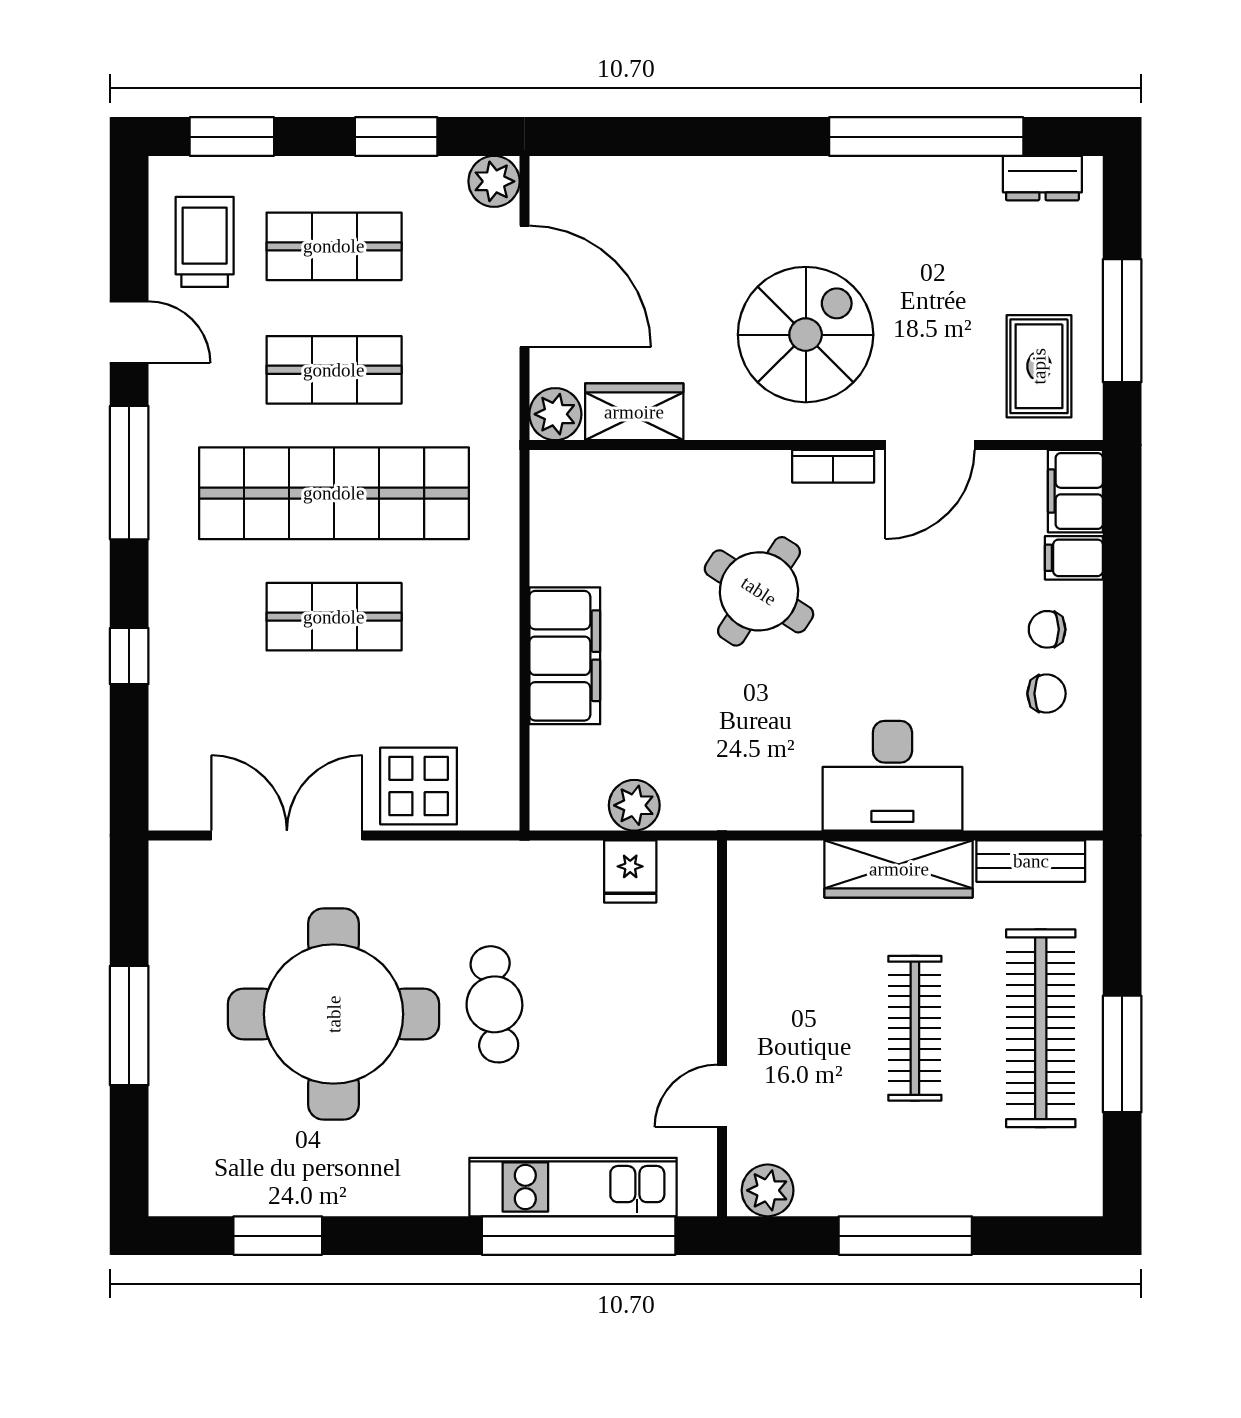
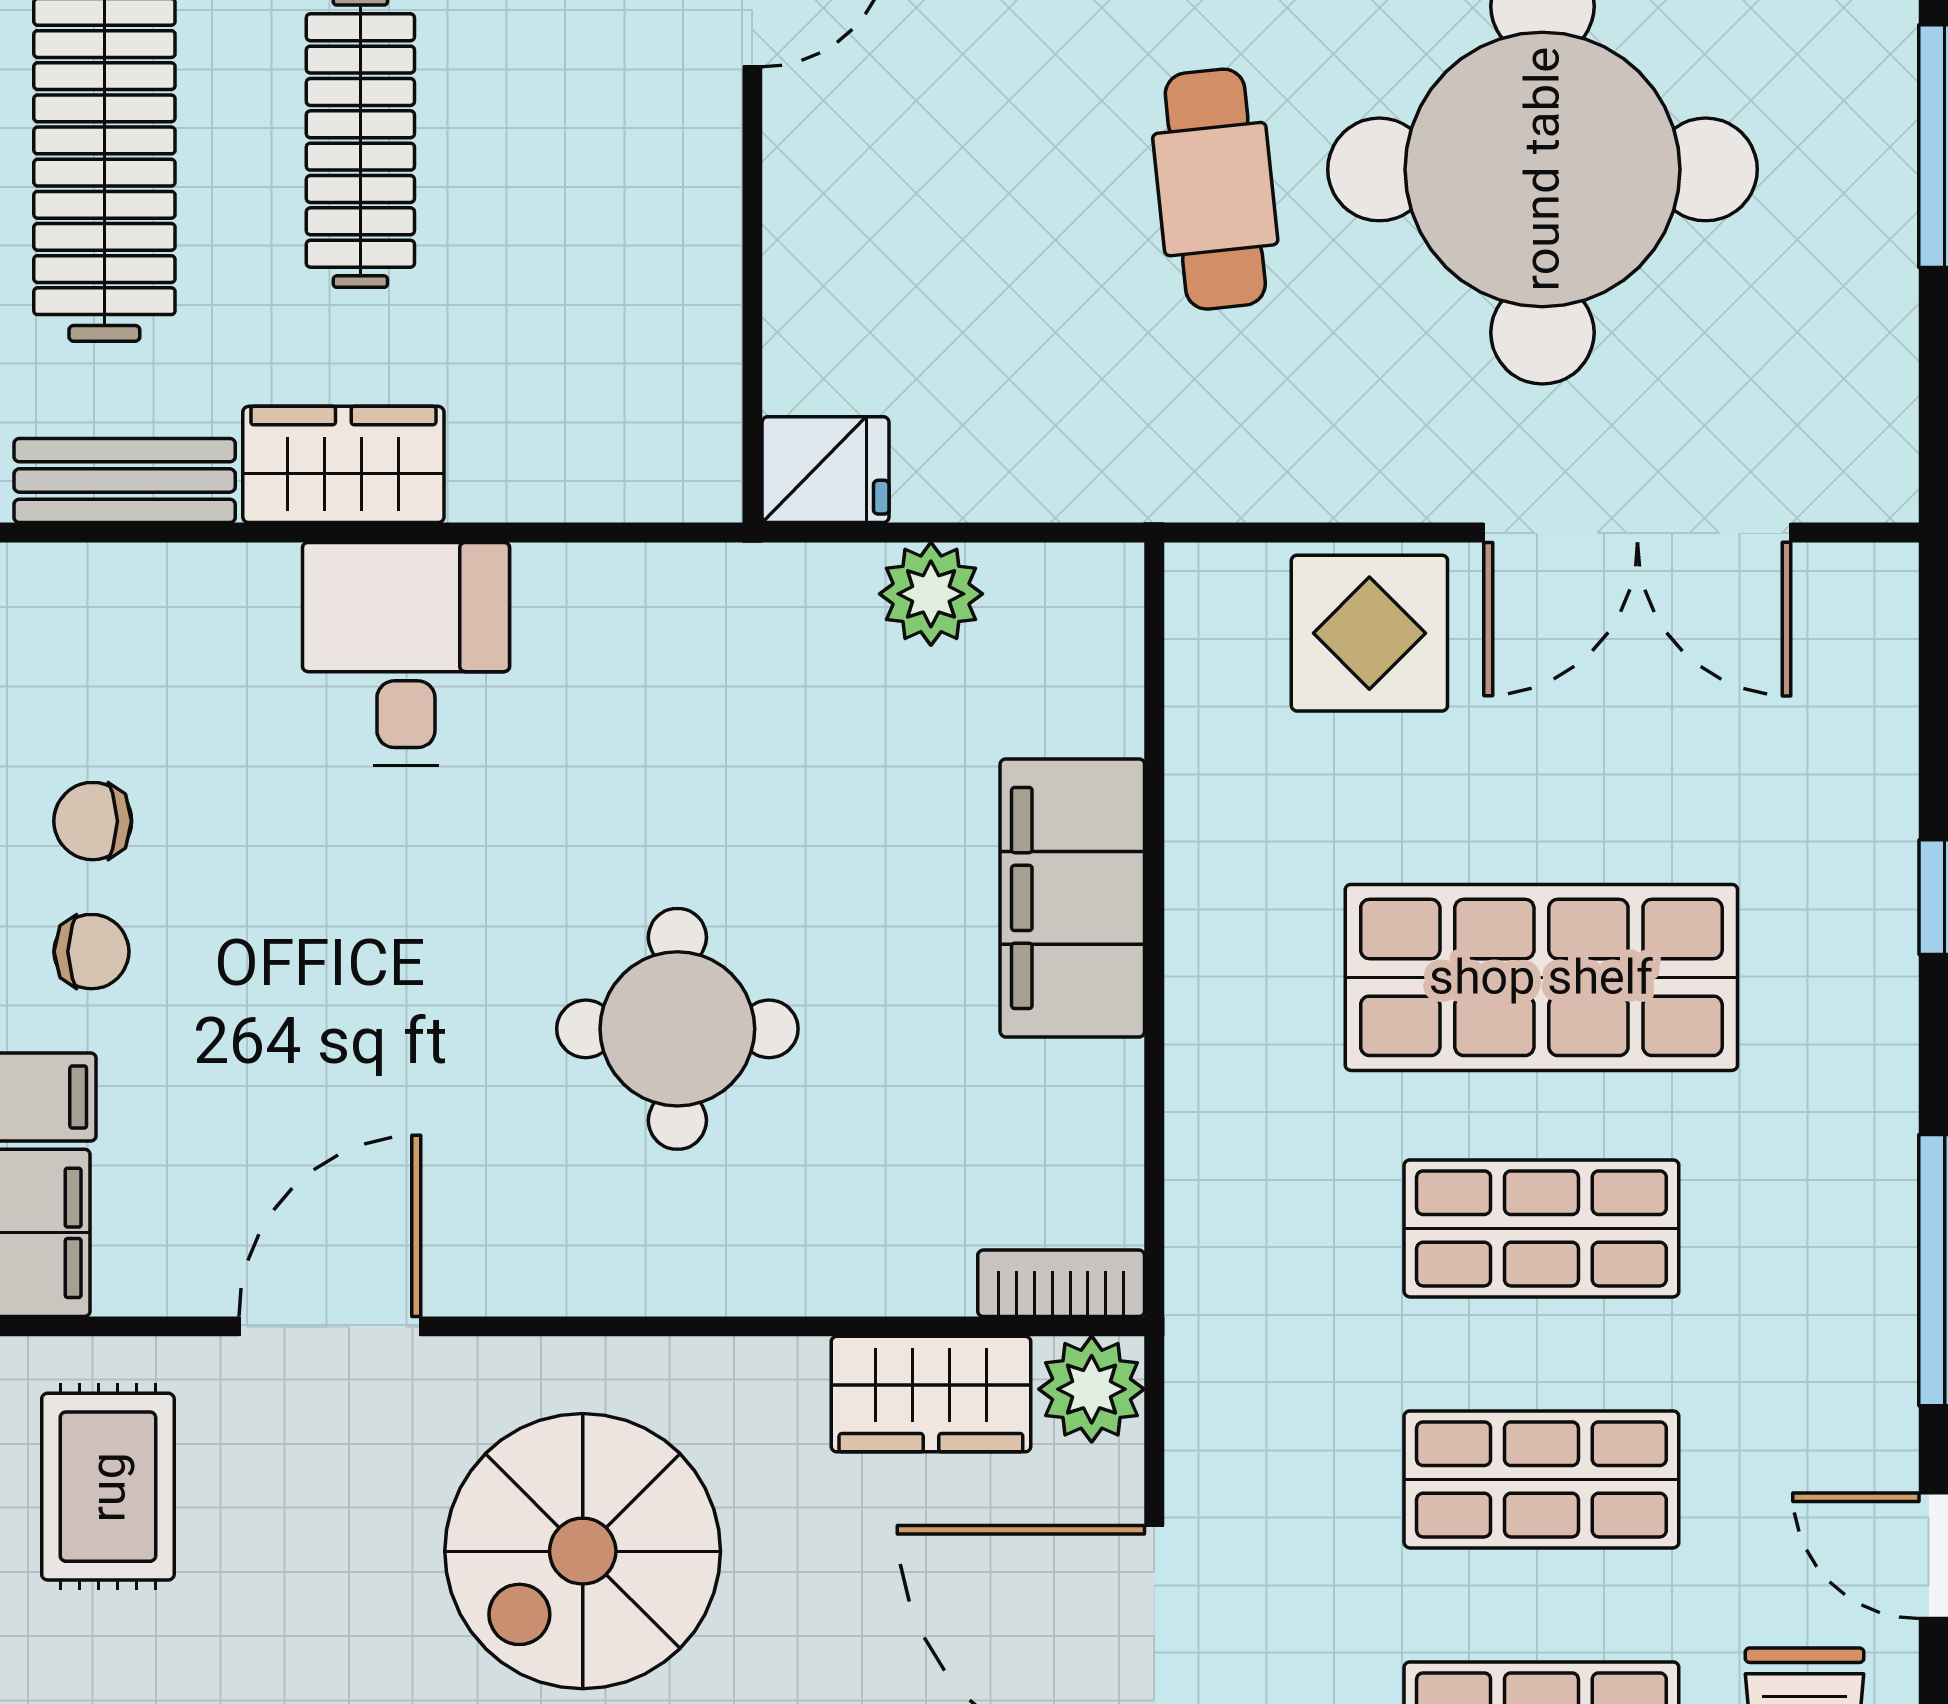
bookcase: (833, 466) -> (1061, 1283), moved
shop shelf: (334, 493) -> (1541, 1228), width x0.50, depth x0.74
round table: (759, 591) -> (677, 1029), turned -33
shop shelf: (334, 617) -> (1541, 977), width x1.43, depth x1.36
desk: (892, 776) -> (406, 654), width x0.73
wardrobe: (899, 869) -> (343, 464), width x0.67
fridge: (630, 871) -> (826, 470), moved, turned 90

